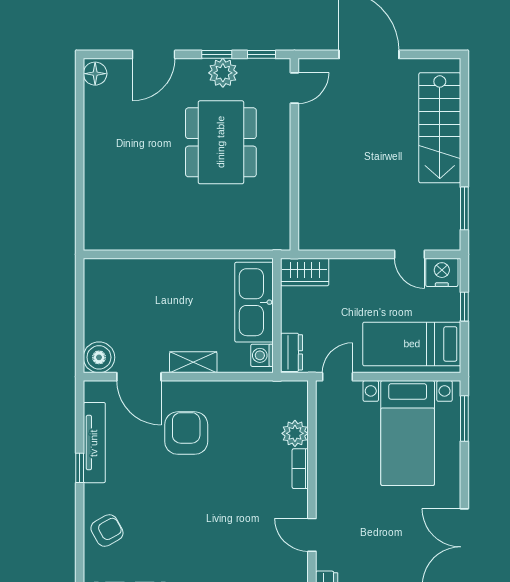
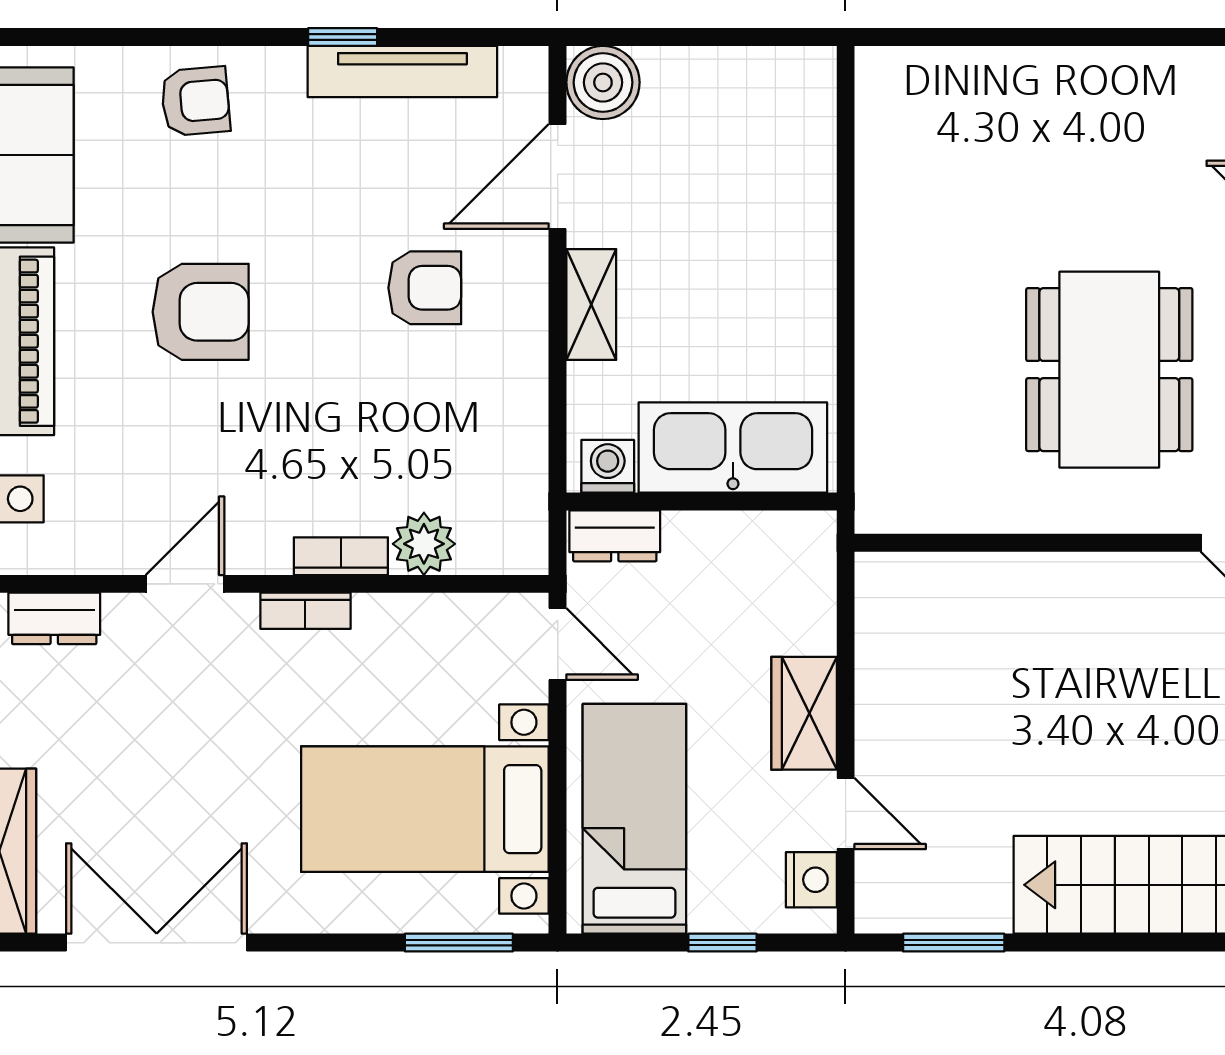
dining table: (221, 142) -> (1109, 370), turned 90
door: (409, 254) -> (846, 814), swing flipped
wardrobe: (305, 272) -> (804, 713), moved
nightstand: (442, 272) -> (811, 880), width x0.74, depth x0.75
armchair: (186, 433) -> (425, 288), width x0.72, depth x0.72
bookcase: (323, 484) -> (305, 611), added
armchair: (196, 528) -> (201, 312), added
armchair: (107, 530) -> (195, 101), turned -66

